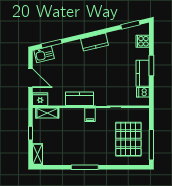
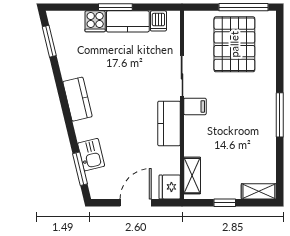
cooker: (143, 41) -> (95, 21), moved
kitchen sink: (44, 54) -> (91, 155), moved
pallet: (128, 139) -> (234, 44), turned 90

